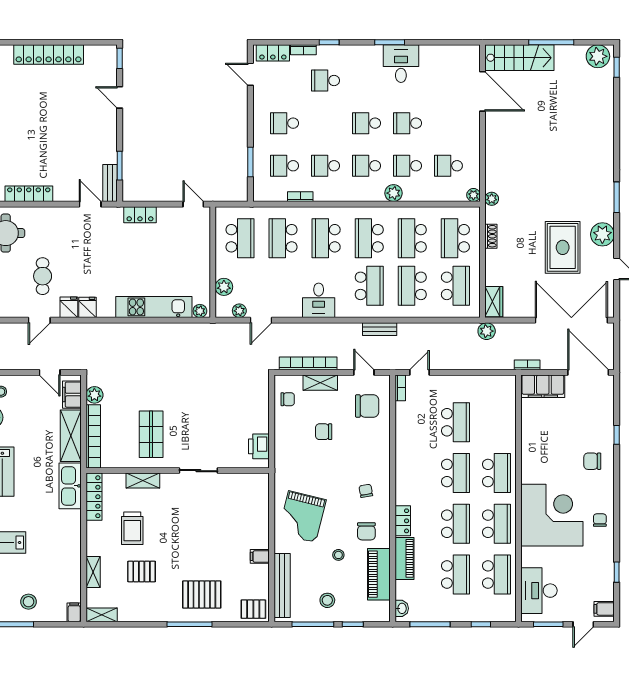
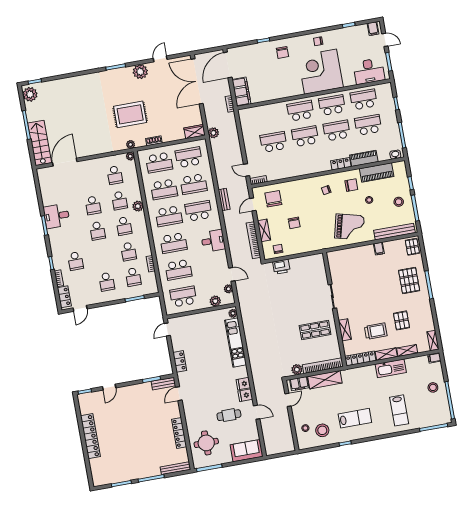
rug: (563, 247) -> (130, 114), moved
printer: (259, 446) -> (281, 267), moved
kitchen sink: (70, 486) -> (391, 368), moved
shelving: (94, 538) -> (386, 354), added

